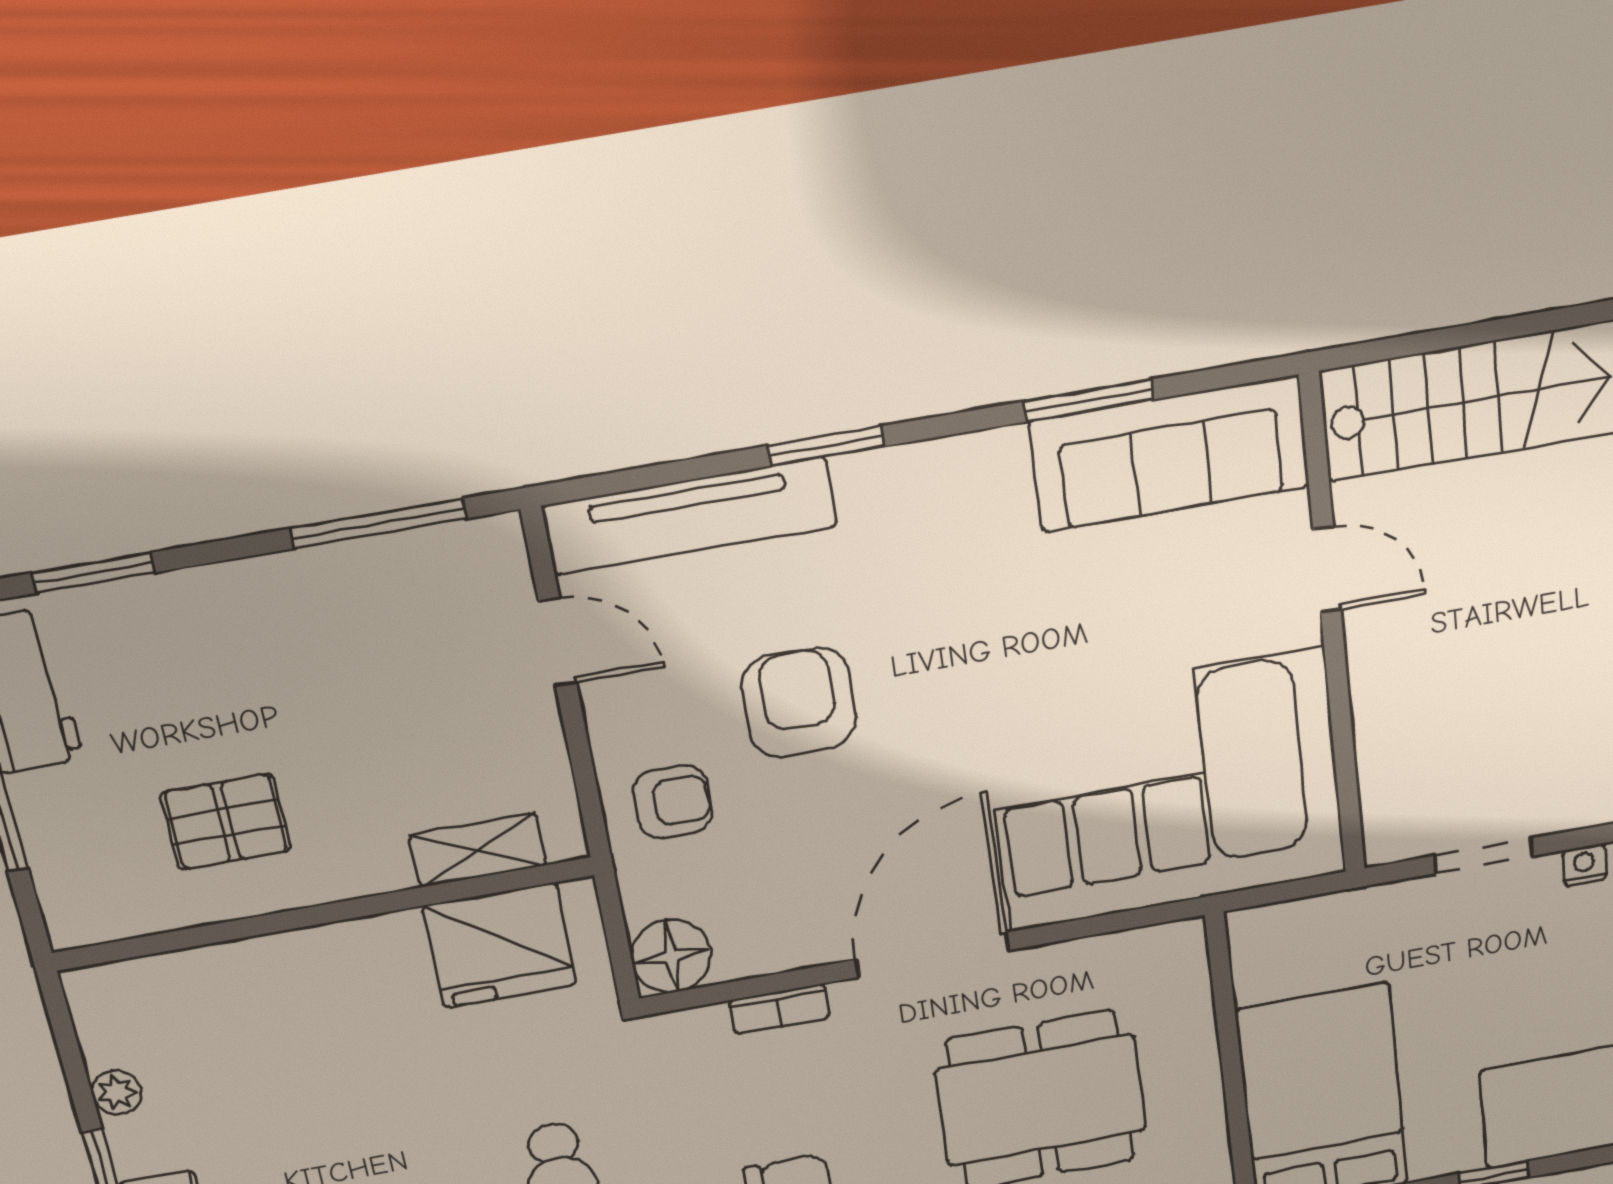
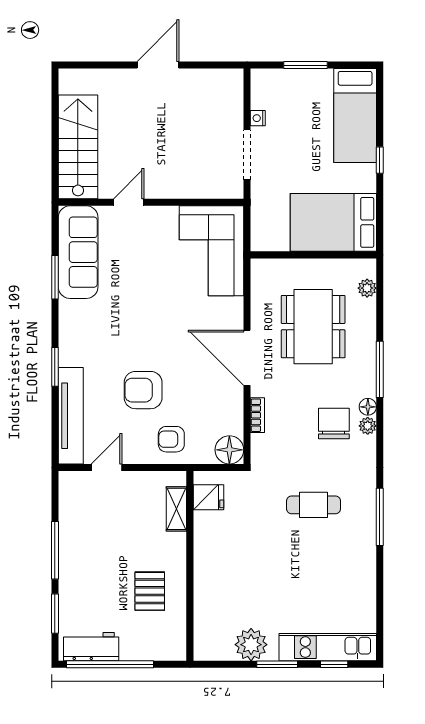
window: (379, 523) -> (55, 550), moved
corner sofa: (1166, 791) -> (211, 251), width x0.73, depth x0.74
armchair: (673, 802) -> (171, 439), turned -90
doorway: (1484, 856) -> (247, 155), width x1.38
fridge: (500, 945) -> (208, 497), width x0.53, depth x0.75
plant: (117, 1092) -> (251, 645), width x1.88, depth x1.88

